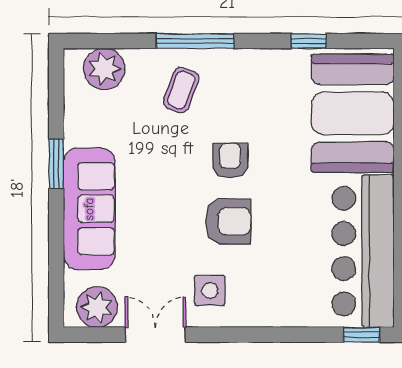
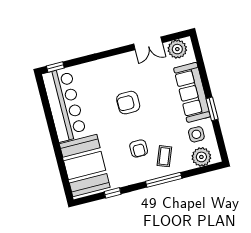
armchair: (230, 161) -> (139, 149), moved
side table: (210, 290) -> (196, 134), moved

